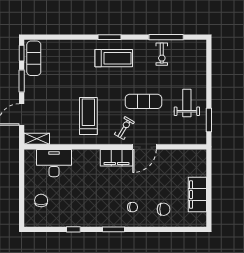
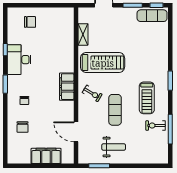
treadmill: (114, 58) -> (147, 98), moved
treadmill: (88, 116) -> (103, 63), width x1.37, depth x1.38
shelving: (37, 139) -> (83, 34), moved
door: (144, 147) -> (76, 132), moved
desk: (54, 163) -> (19, 60), moved, turned 180
filing cabinet: (197, 195) -> (46, 156), moved

